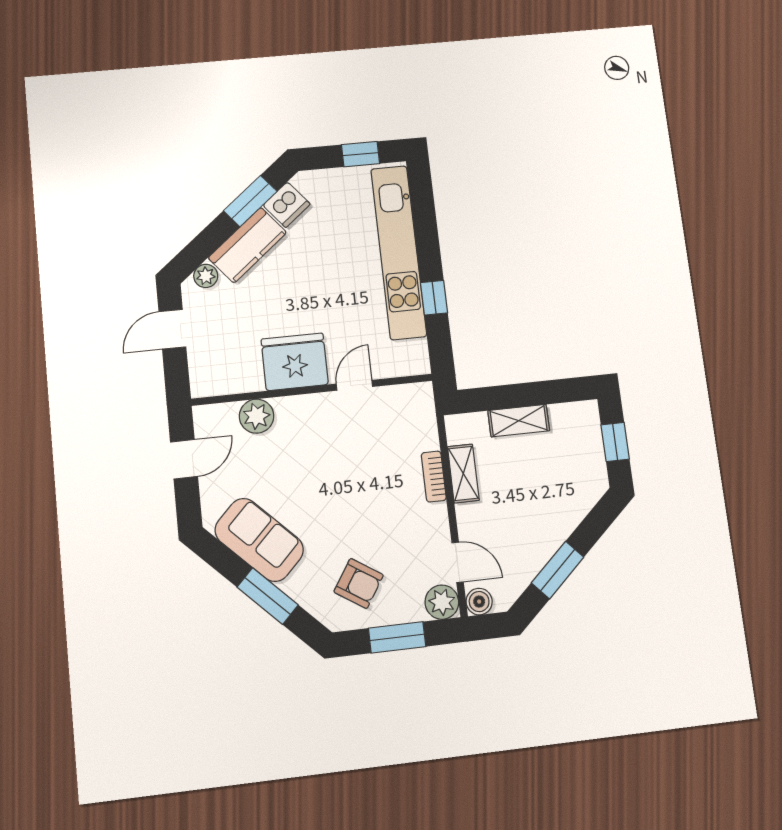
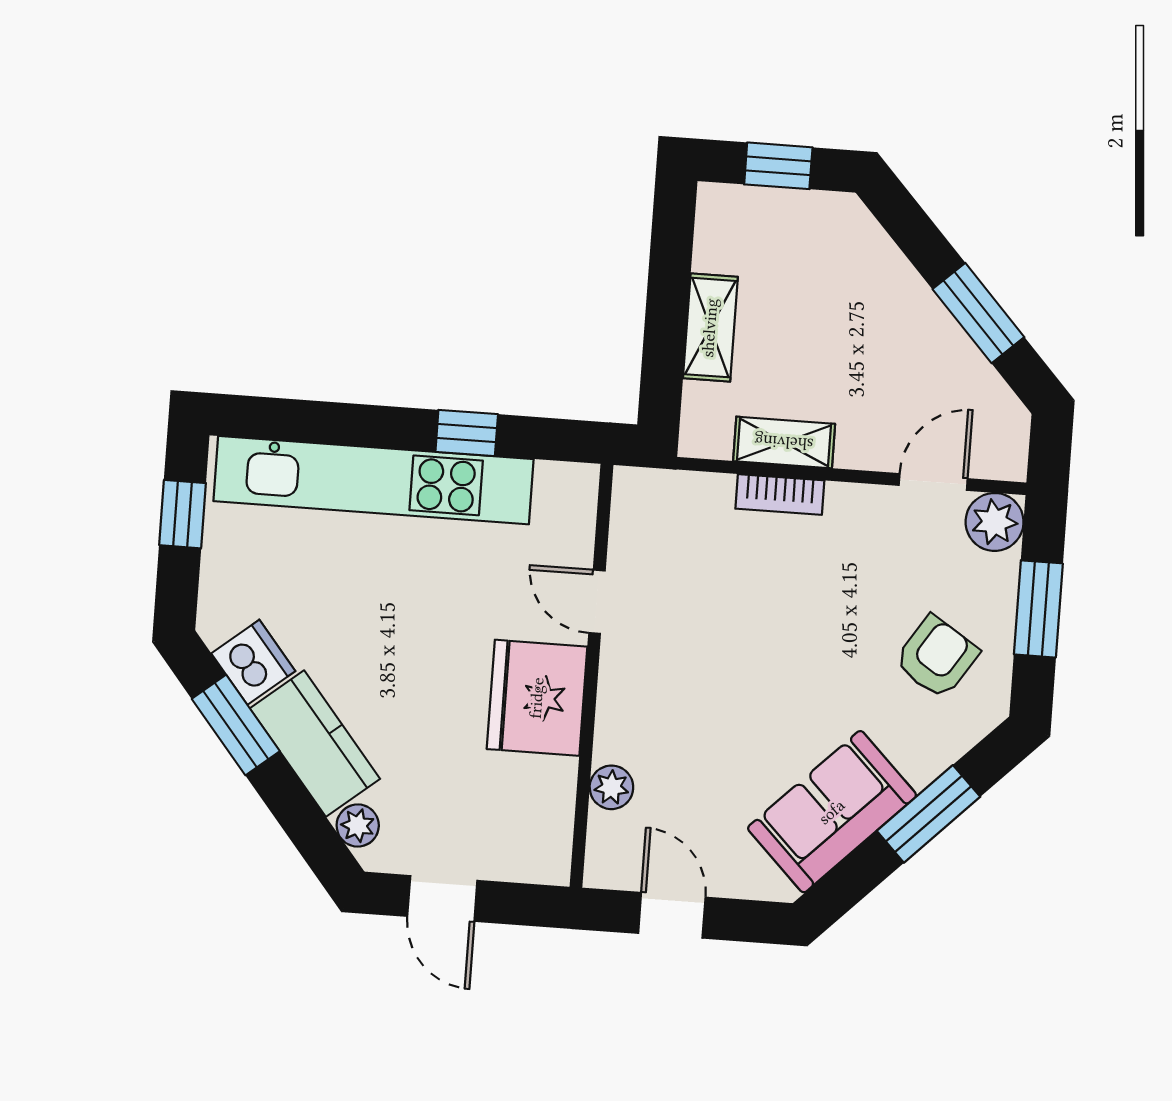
plant: (257, 416) -> (611, 787), width x0.73, depth x0.73
boiler: (479, 602) -> (1006, 458), removed

